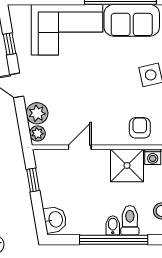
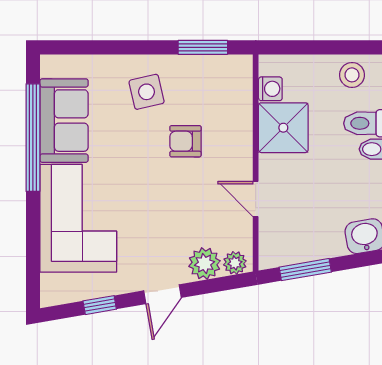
armchair: (140, 128) -> (185, 141), moved
window: (33, 180) -> (305, 270), width x1.50

